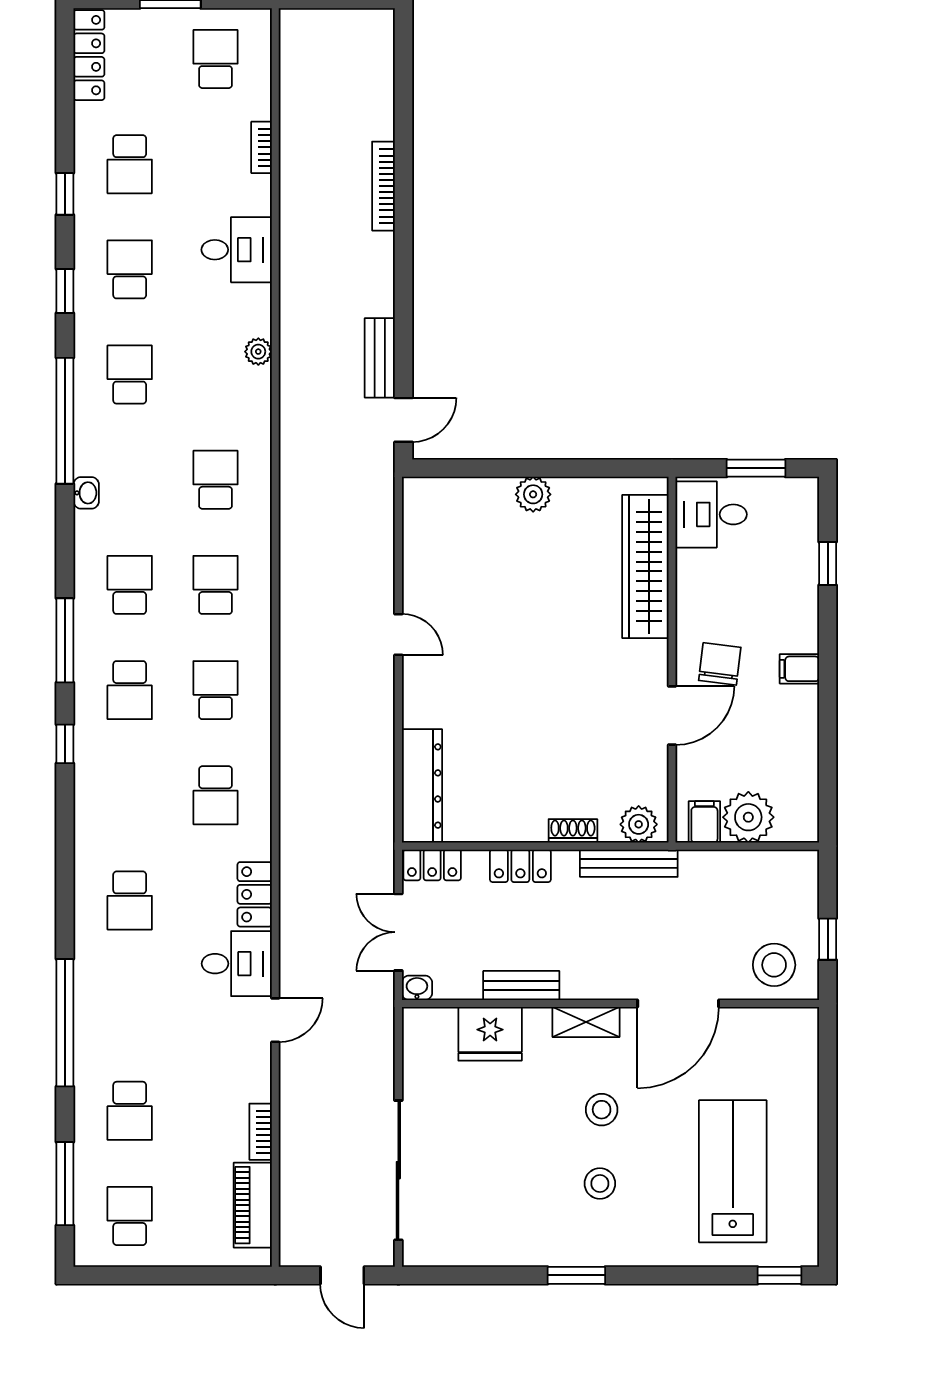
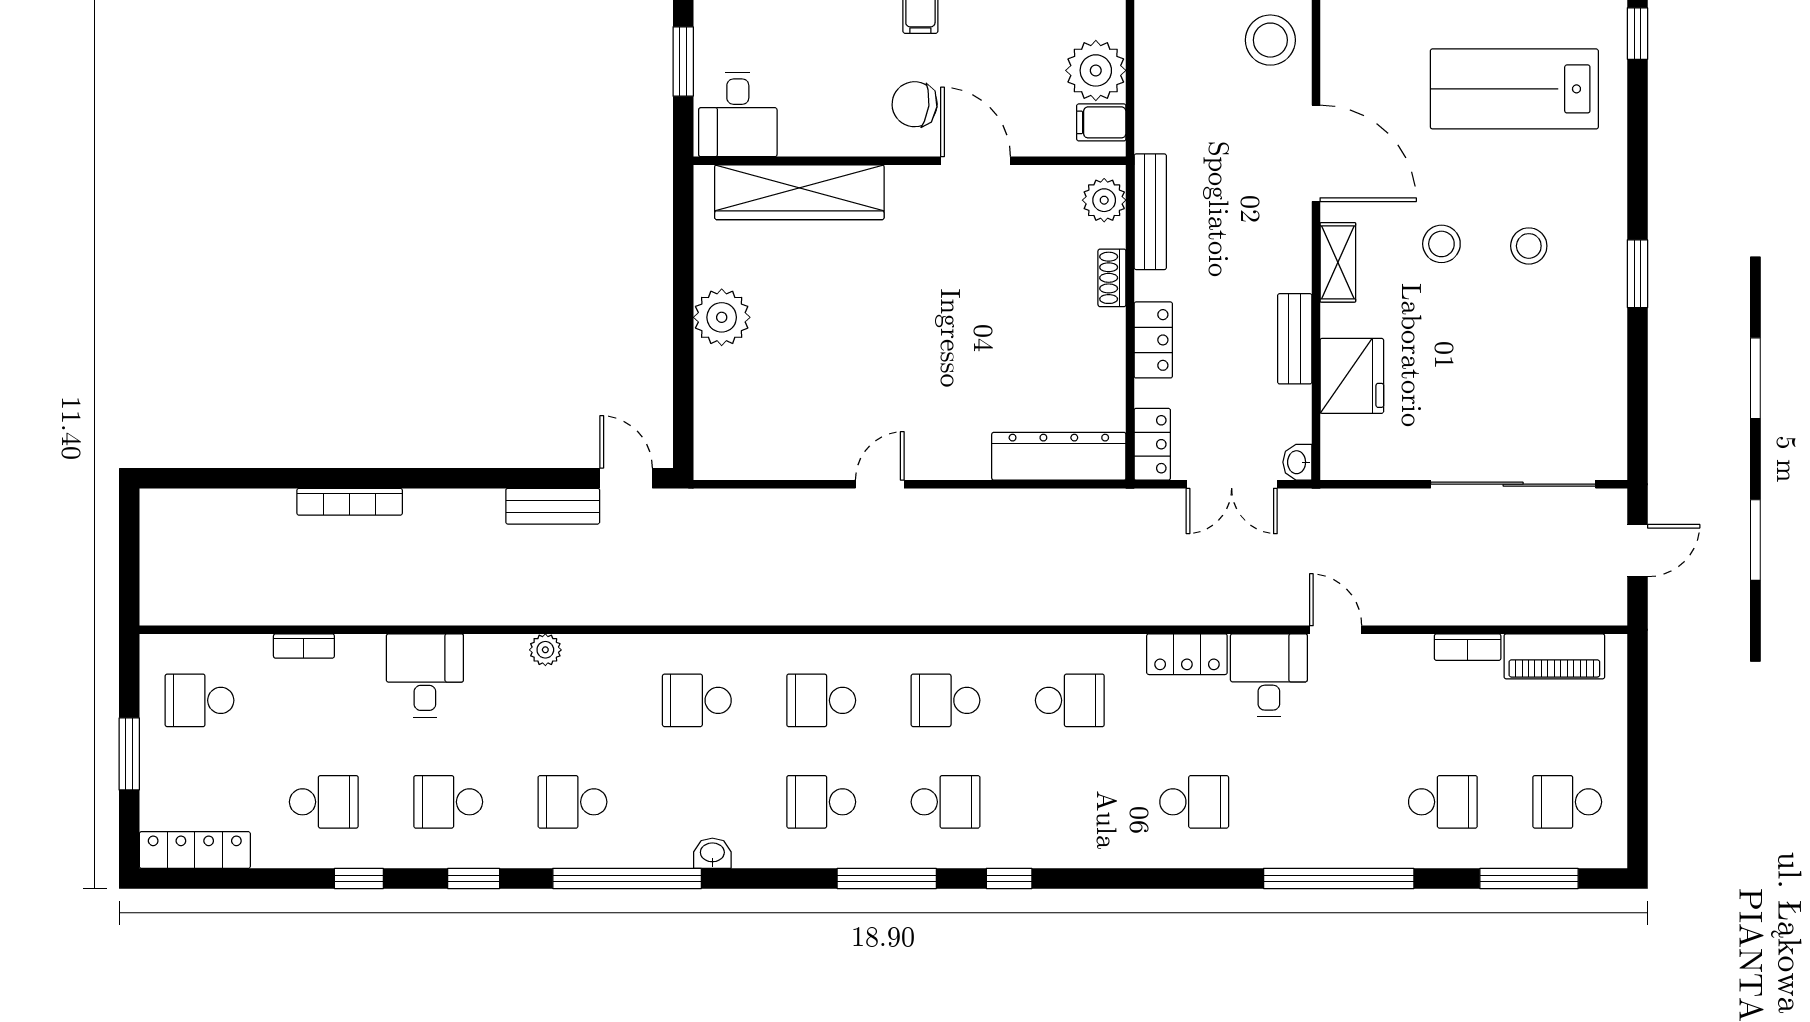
plant: (533, 494) -> (722, 317), width x1.36, depth x1.36

